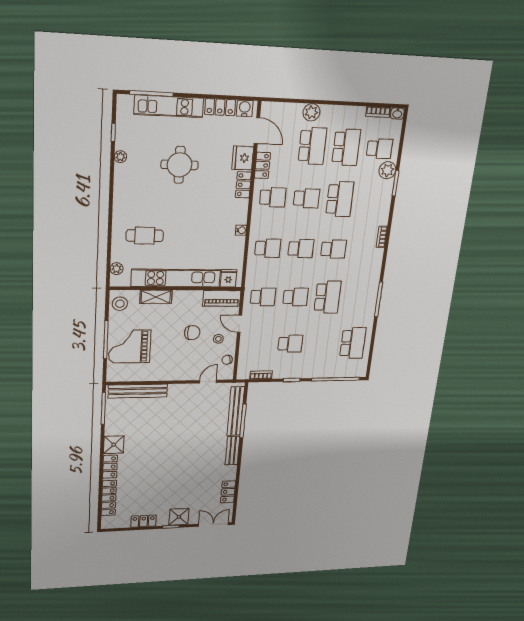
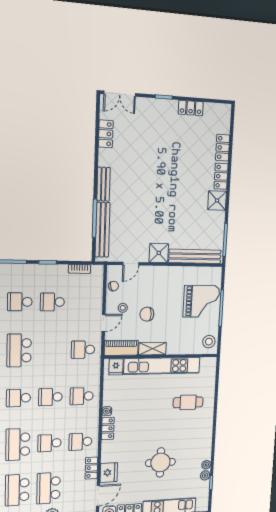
door: (257, 131) -> (98, 496), swing flipped
locker: (243, 185) -> (108, 428), moved
plant: (117, 269) -> (205, 475), moved
shelving: (156, 297) -> (153, 349), moved
school desk: (296, 297) -> (20, 302), moved
door: (240, 324) -> (104, 323), hinge flipped
locker: (109, 498) -> (223, 148), width x0.66
shower: (179, 517) -> (159, 253), moved

